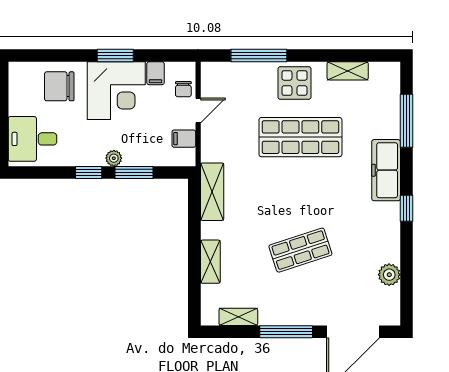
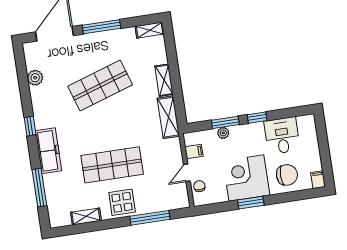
filing cabinet: (156, 73) -> (318, 180), moved
desk: (32, 139) -> (282, 136), moved, turned -90
plant: (114, 158) -> (223, 133), moved
shop shelf: (300, 250) -> (100, 86), width x1.43, depth x1.36
shelving: (210, 262) -> (164, 80), moved
shelving: (238, 317) -> (150, 30), moved

